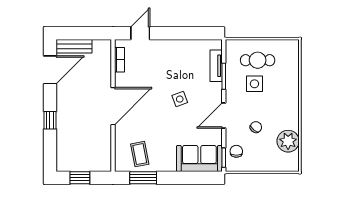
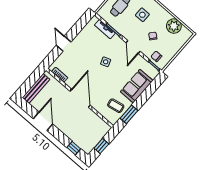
door: (140, 33) -> (64, 44), moved
bench: (74, 46) -> (36, 88), width x1.36
door: (50, 70) -> (43, 121), moved
side table: (254, 84) -> (142, 15), moved
window: (50, 120) -> (74, 148), moved
sofa: (199, 158) -> (137, 86), moved

